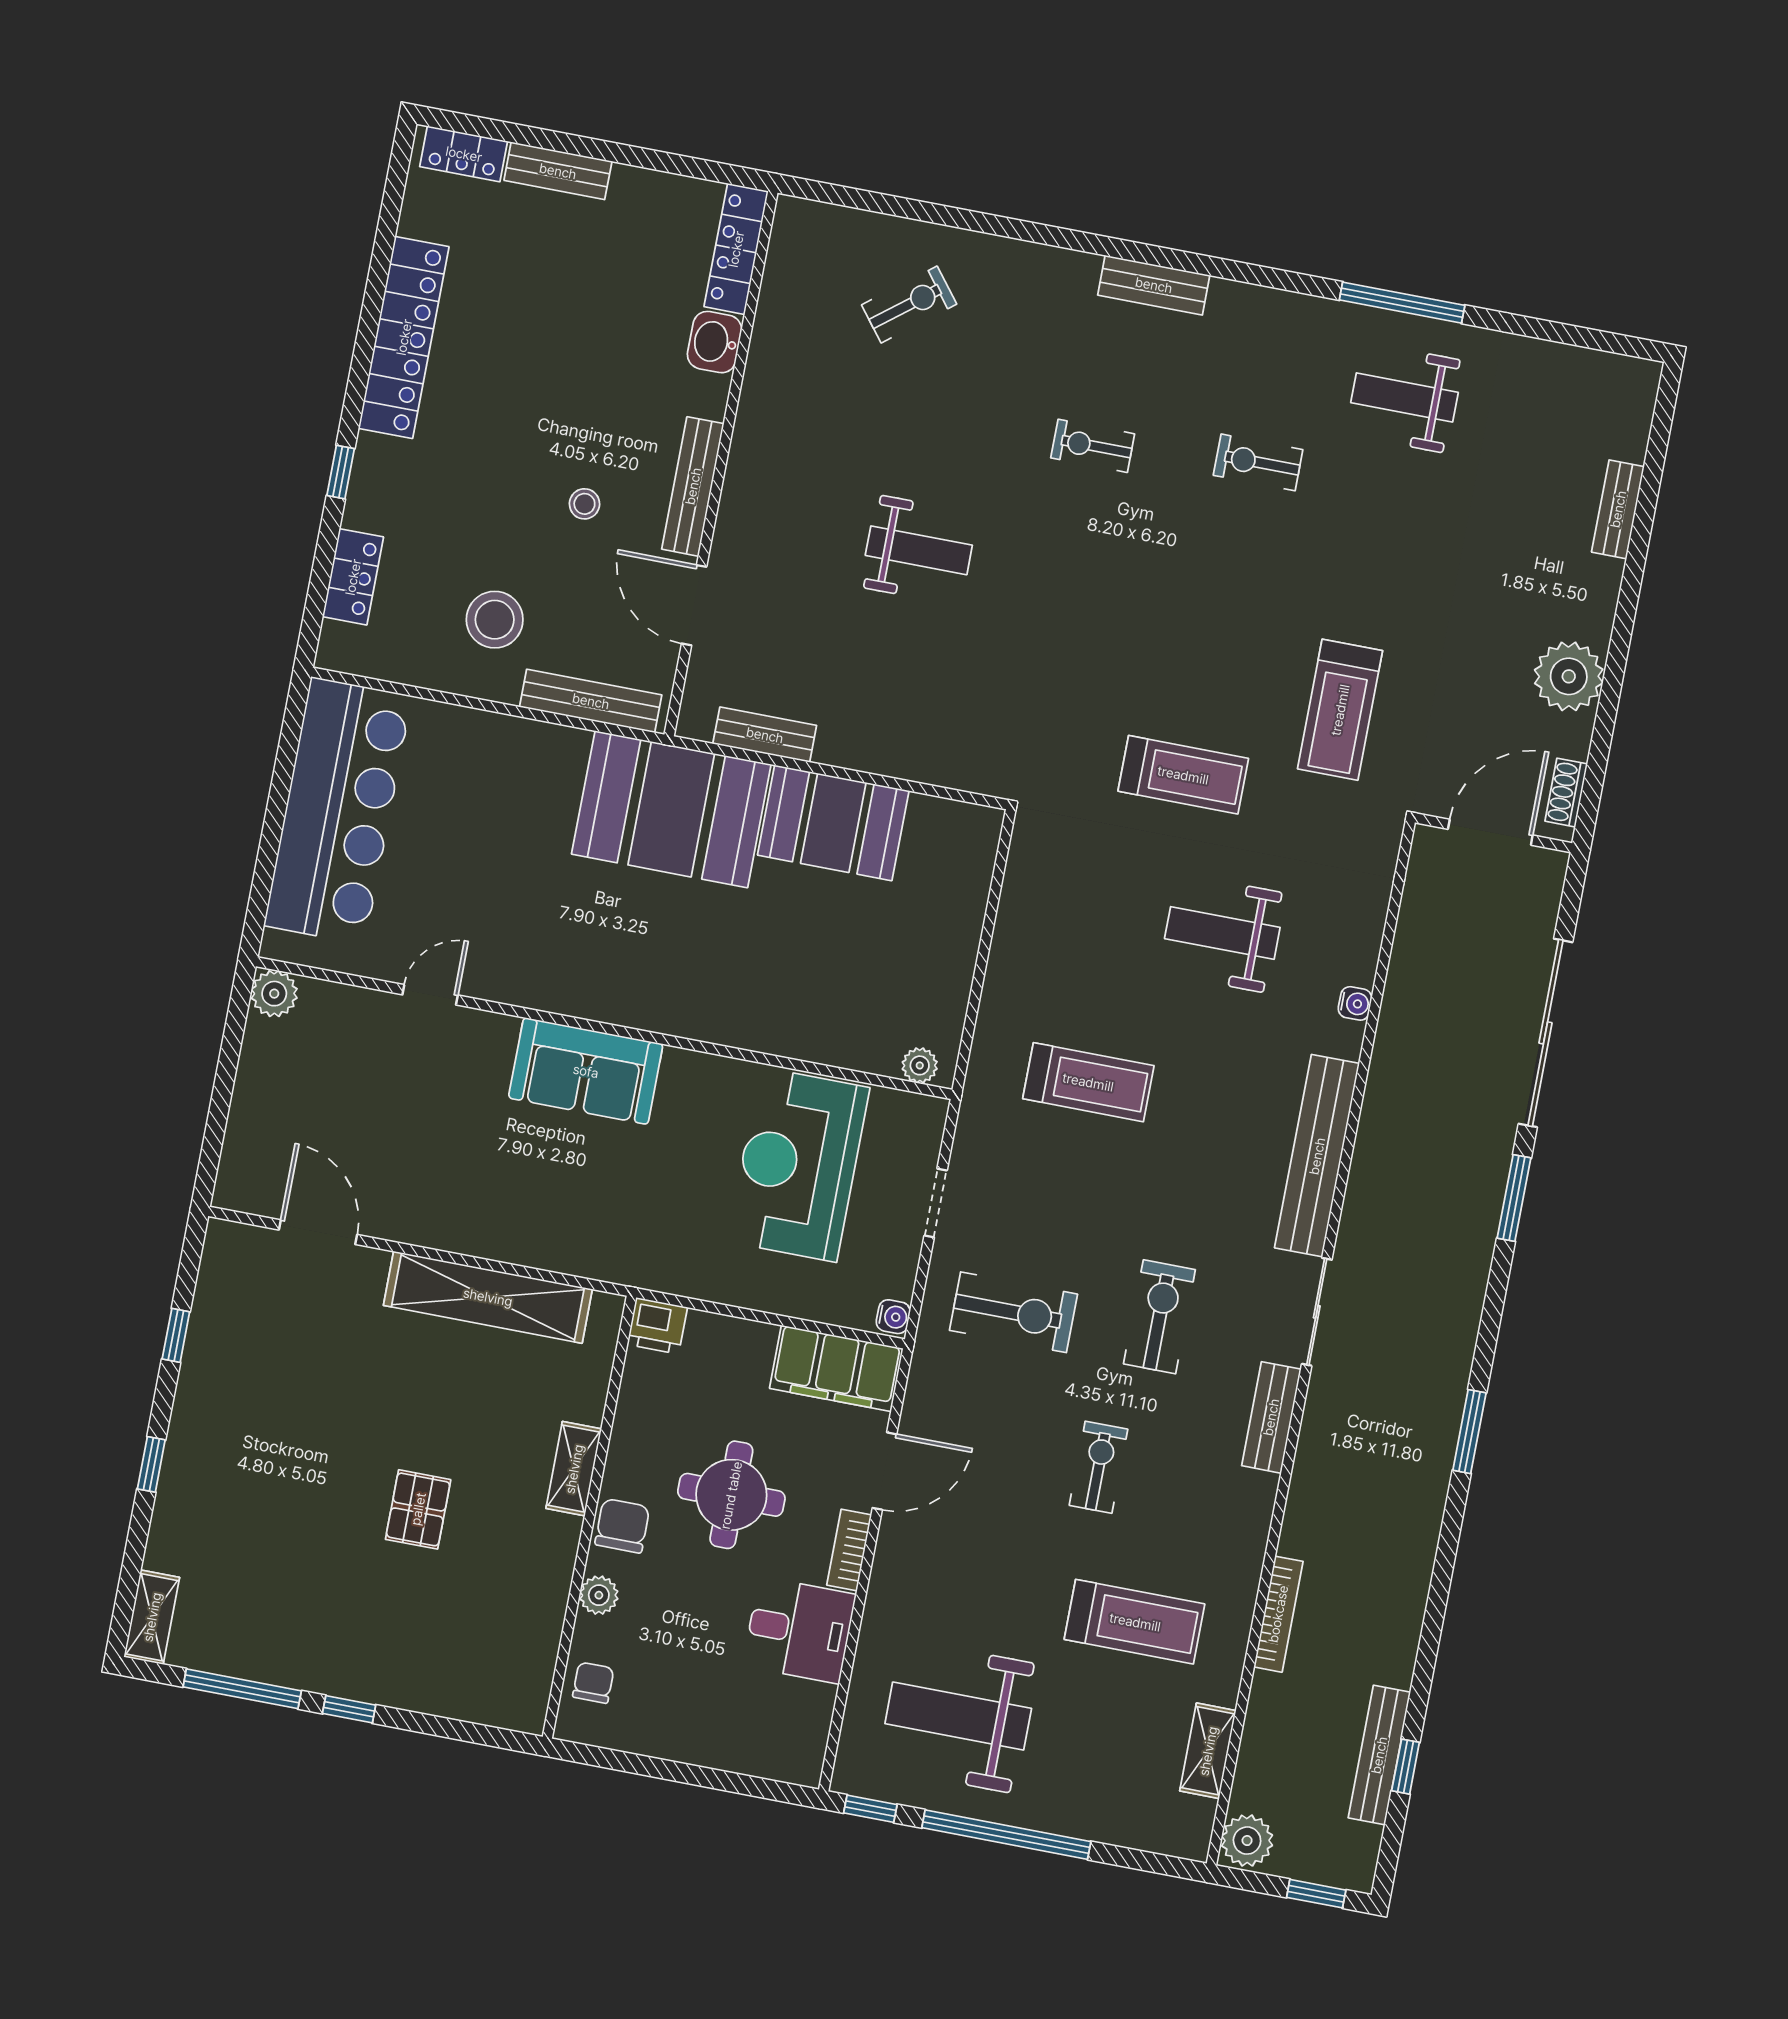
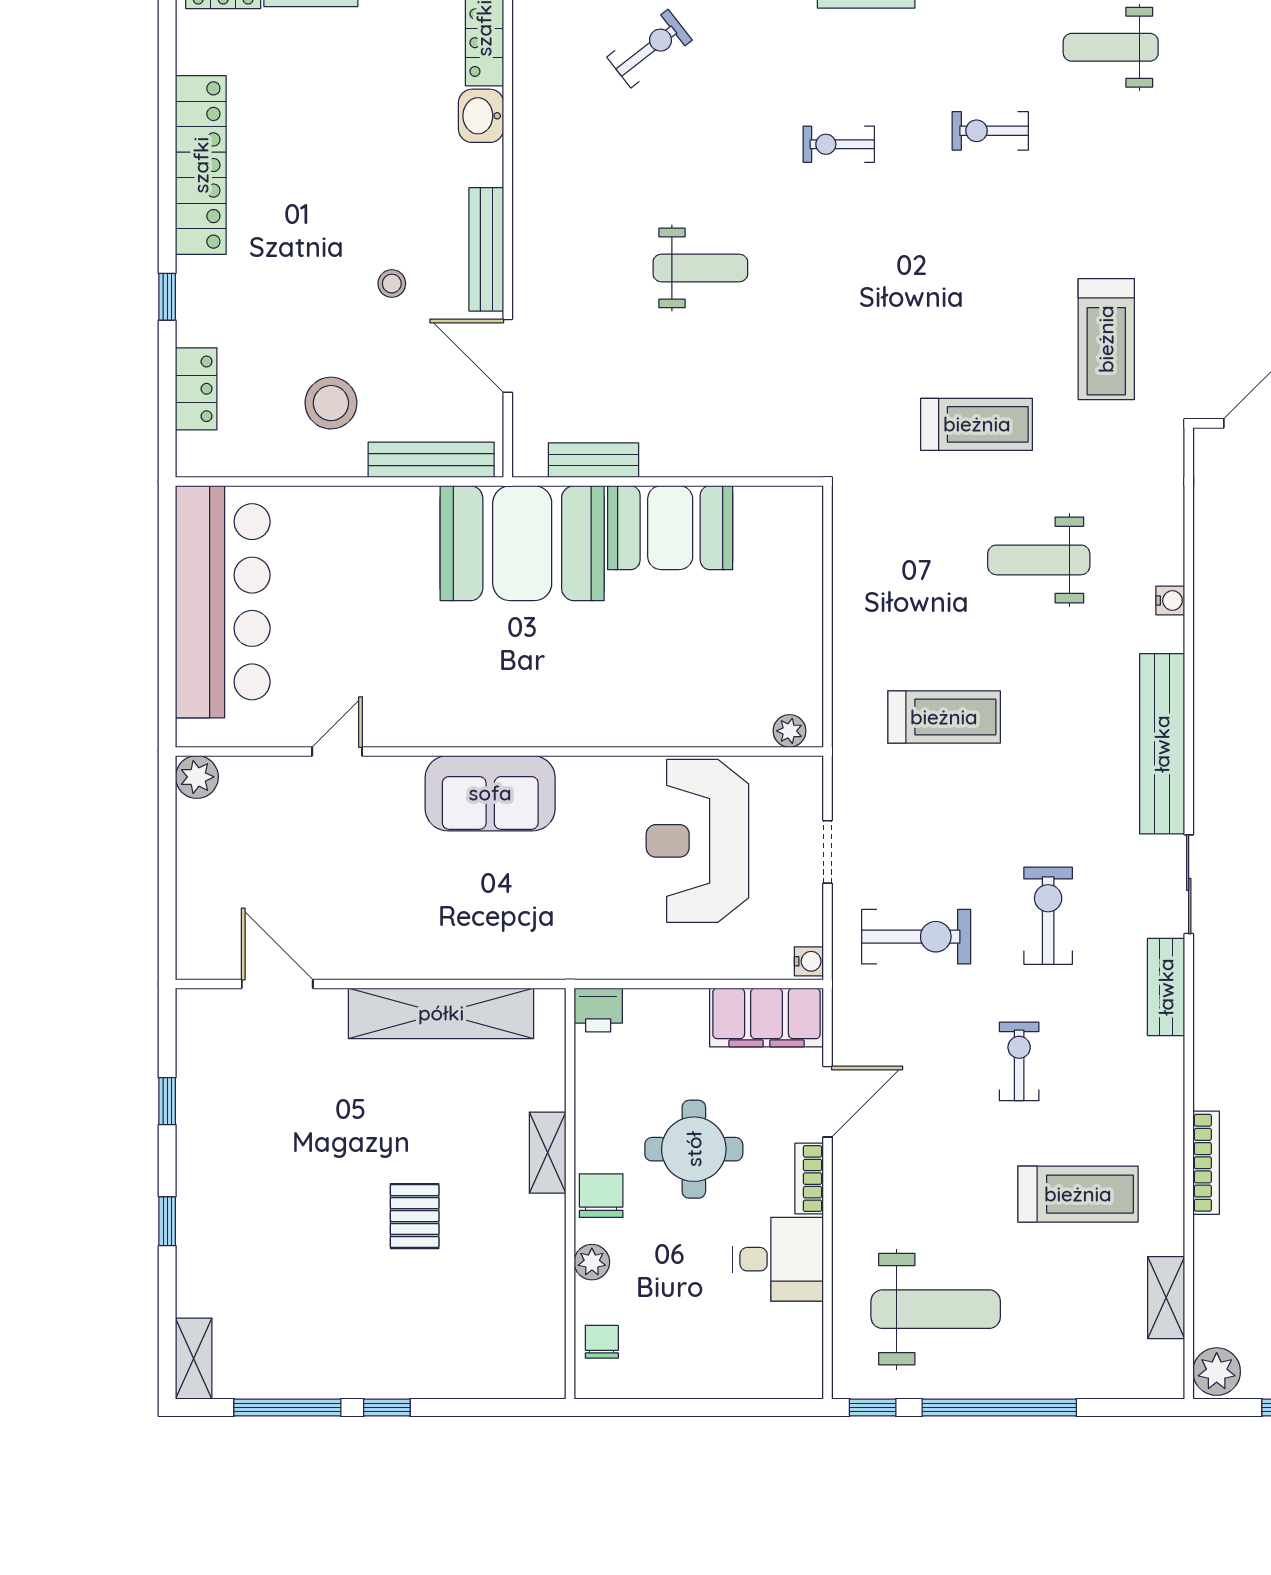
weight bench: (958, 1716) -> (936, 1309), turned 180

